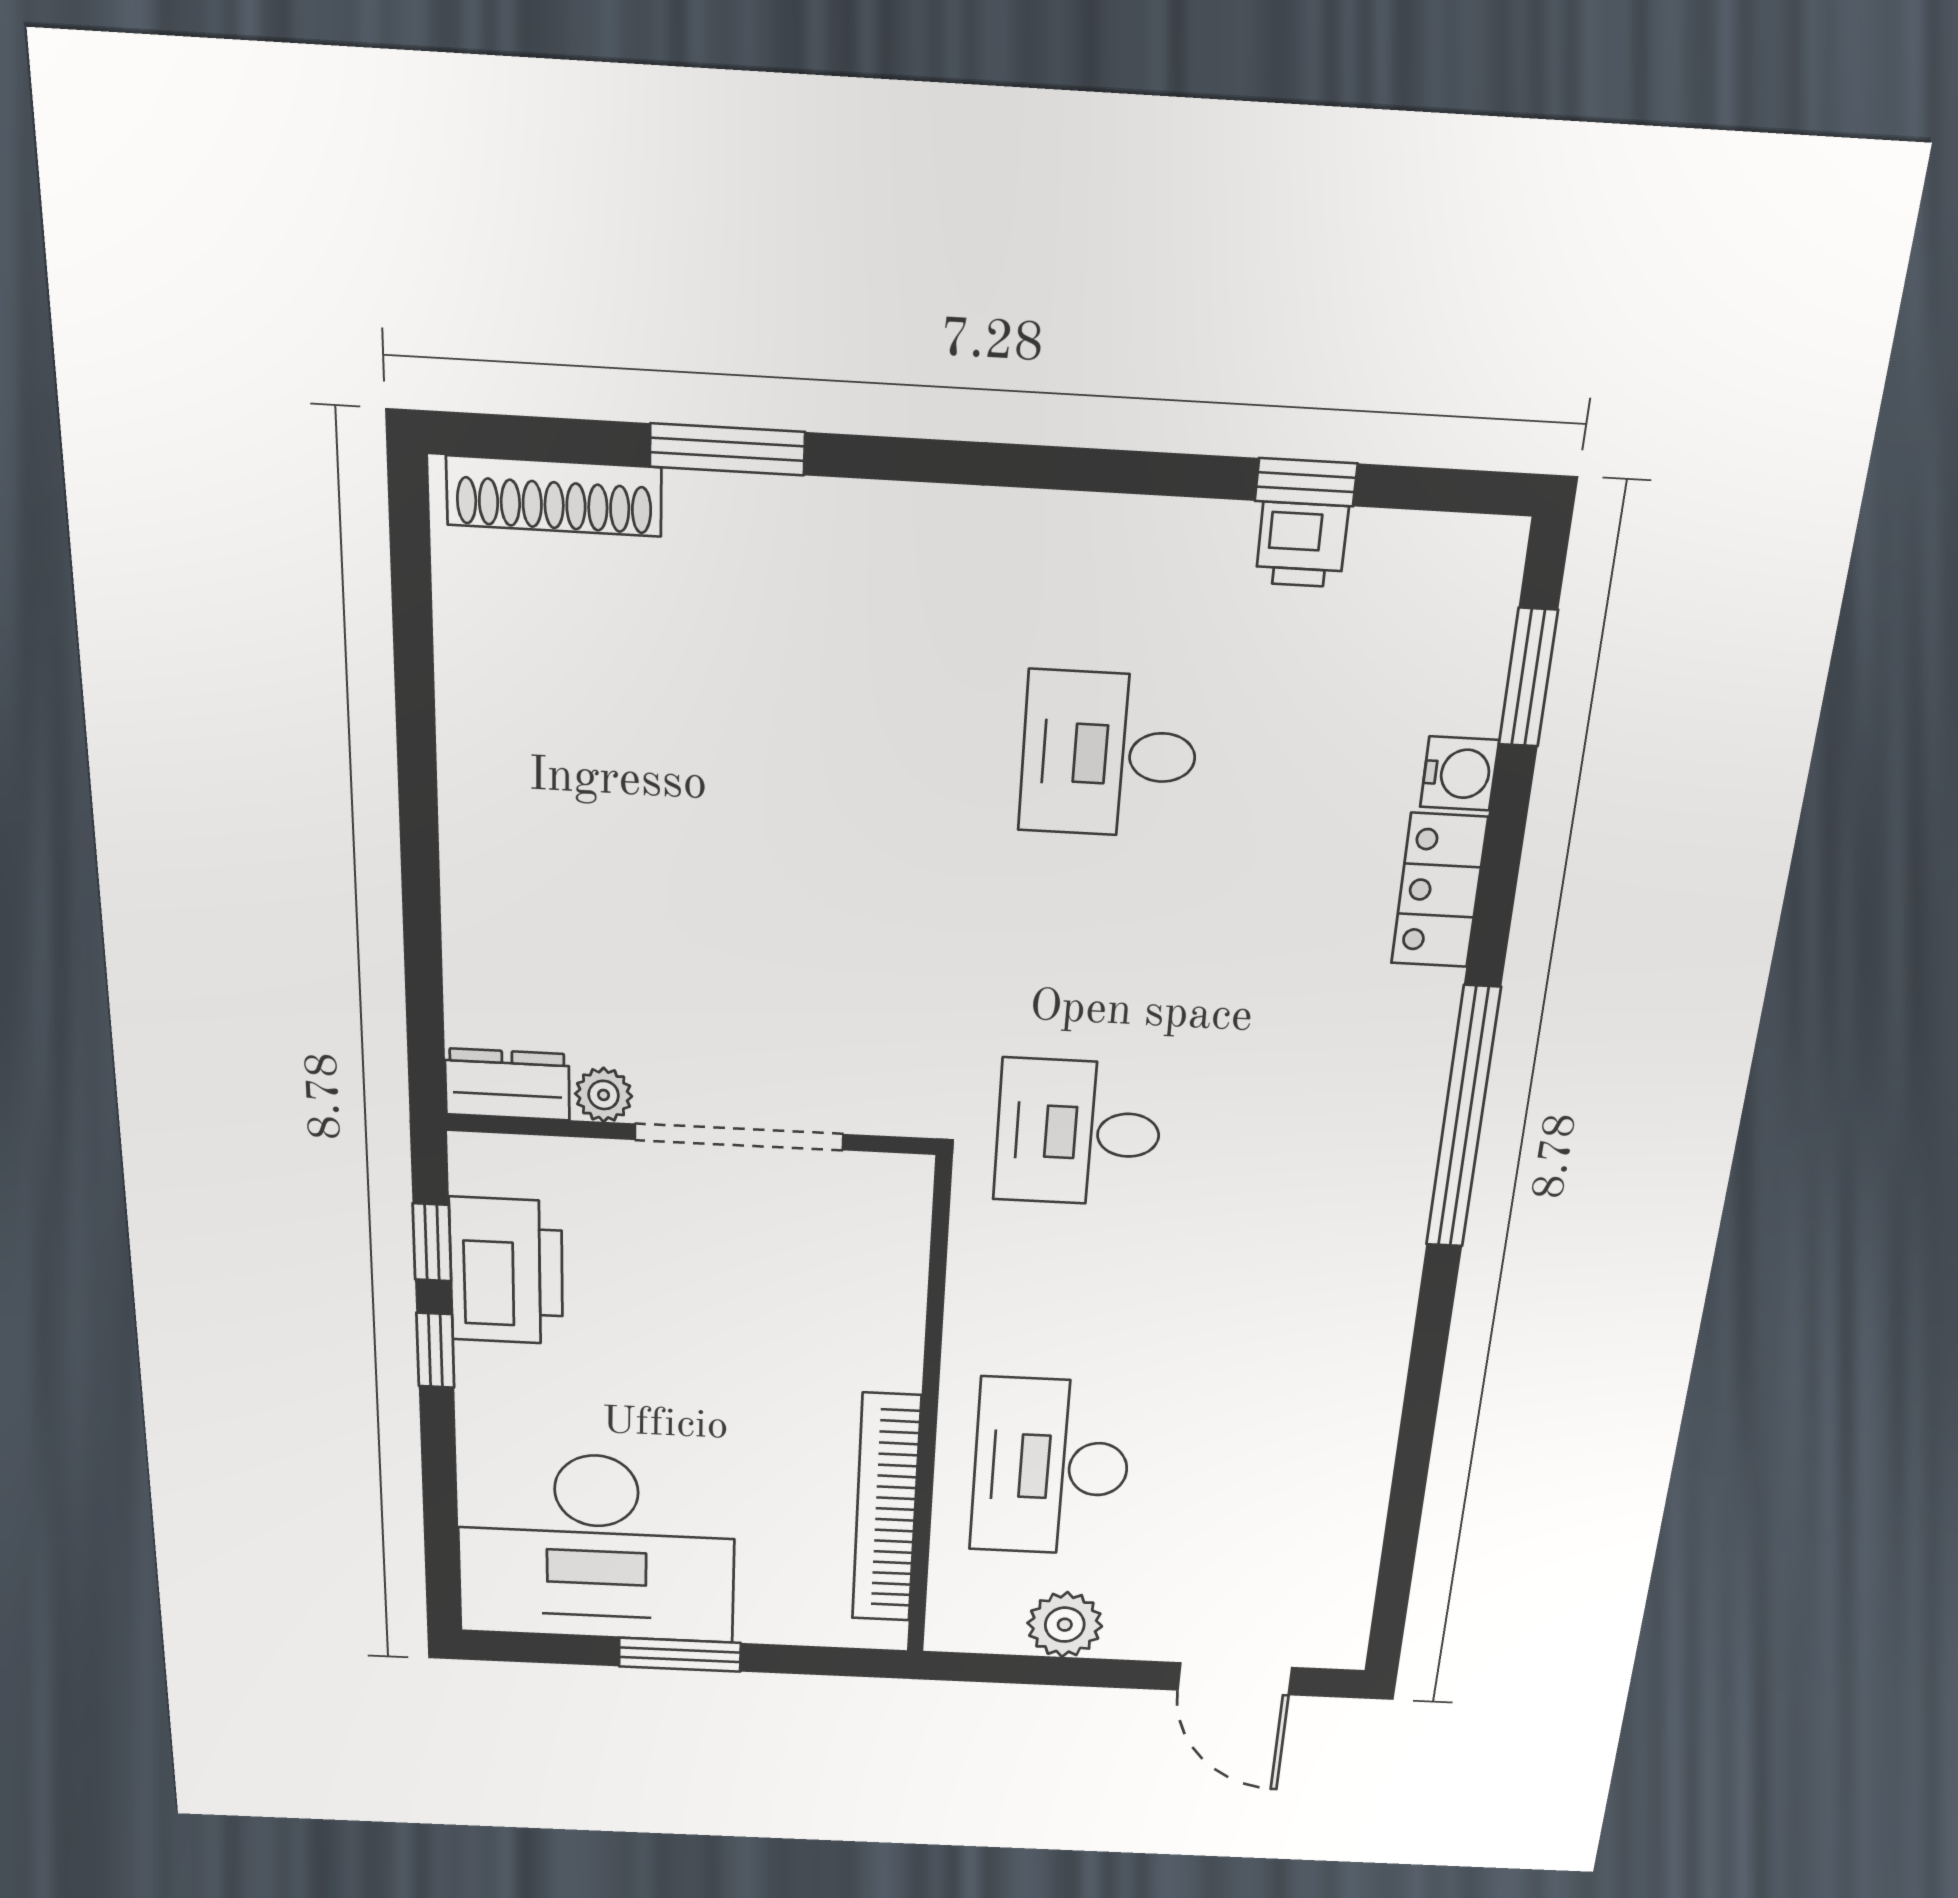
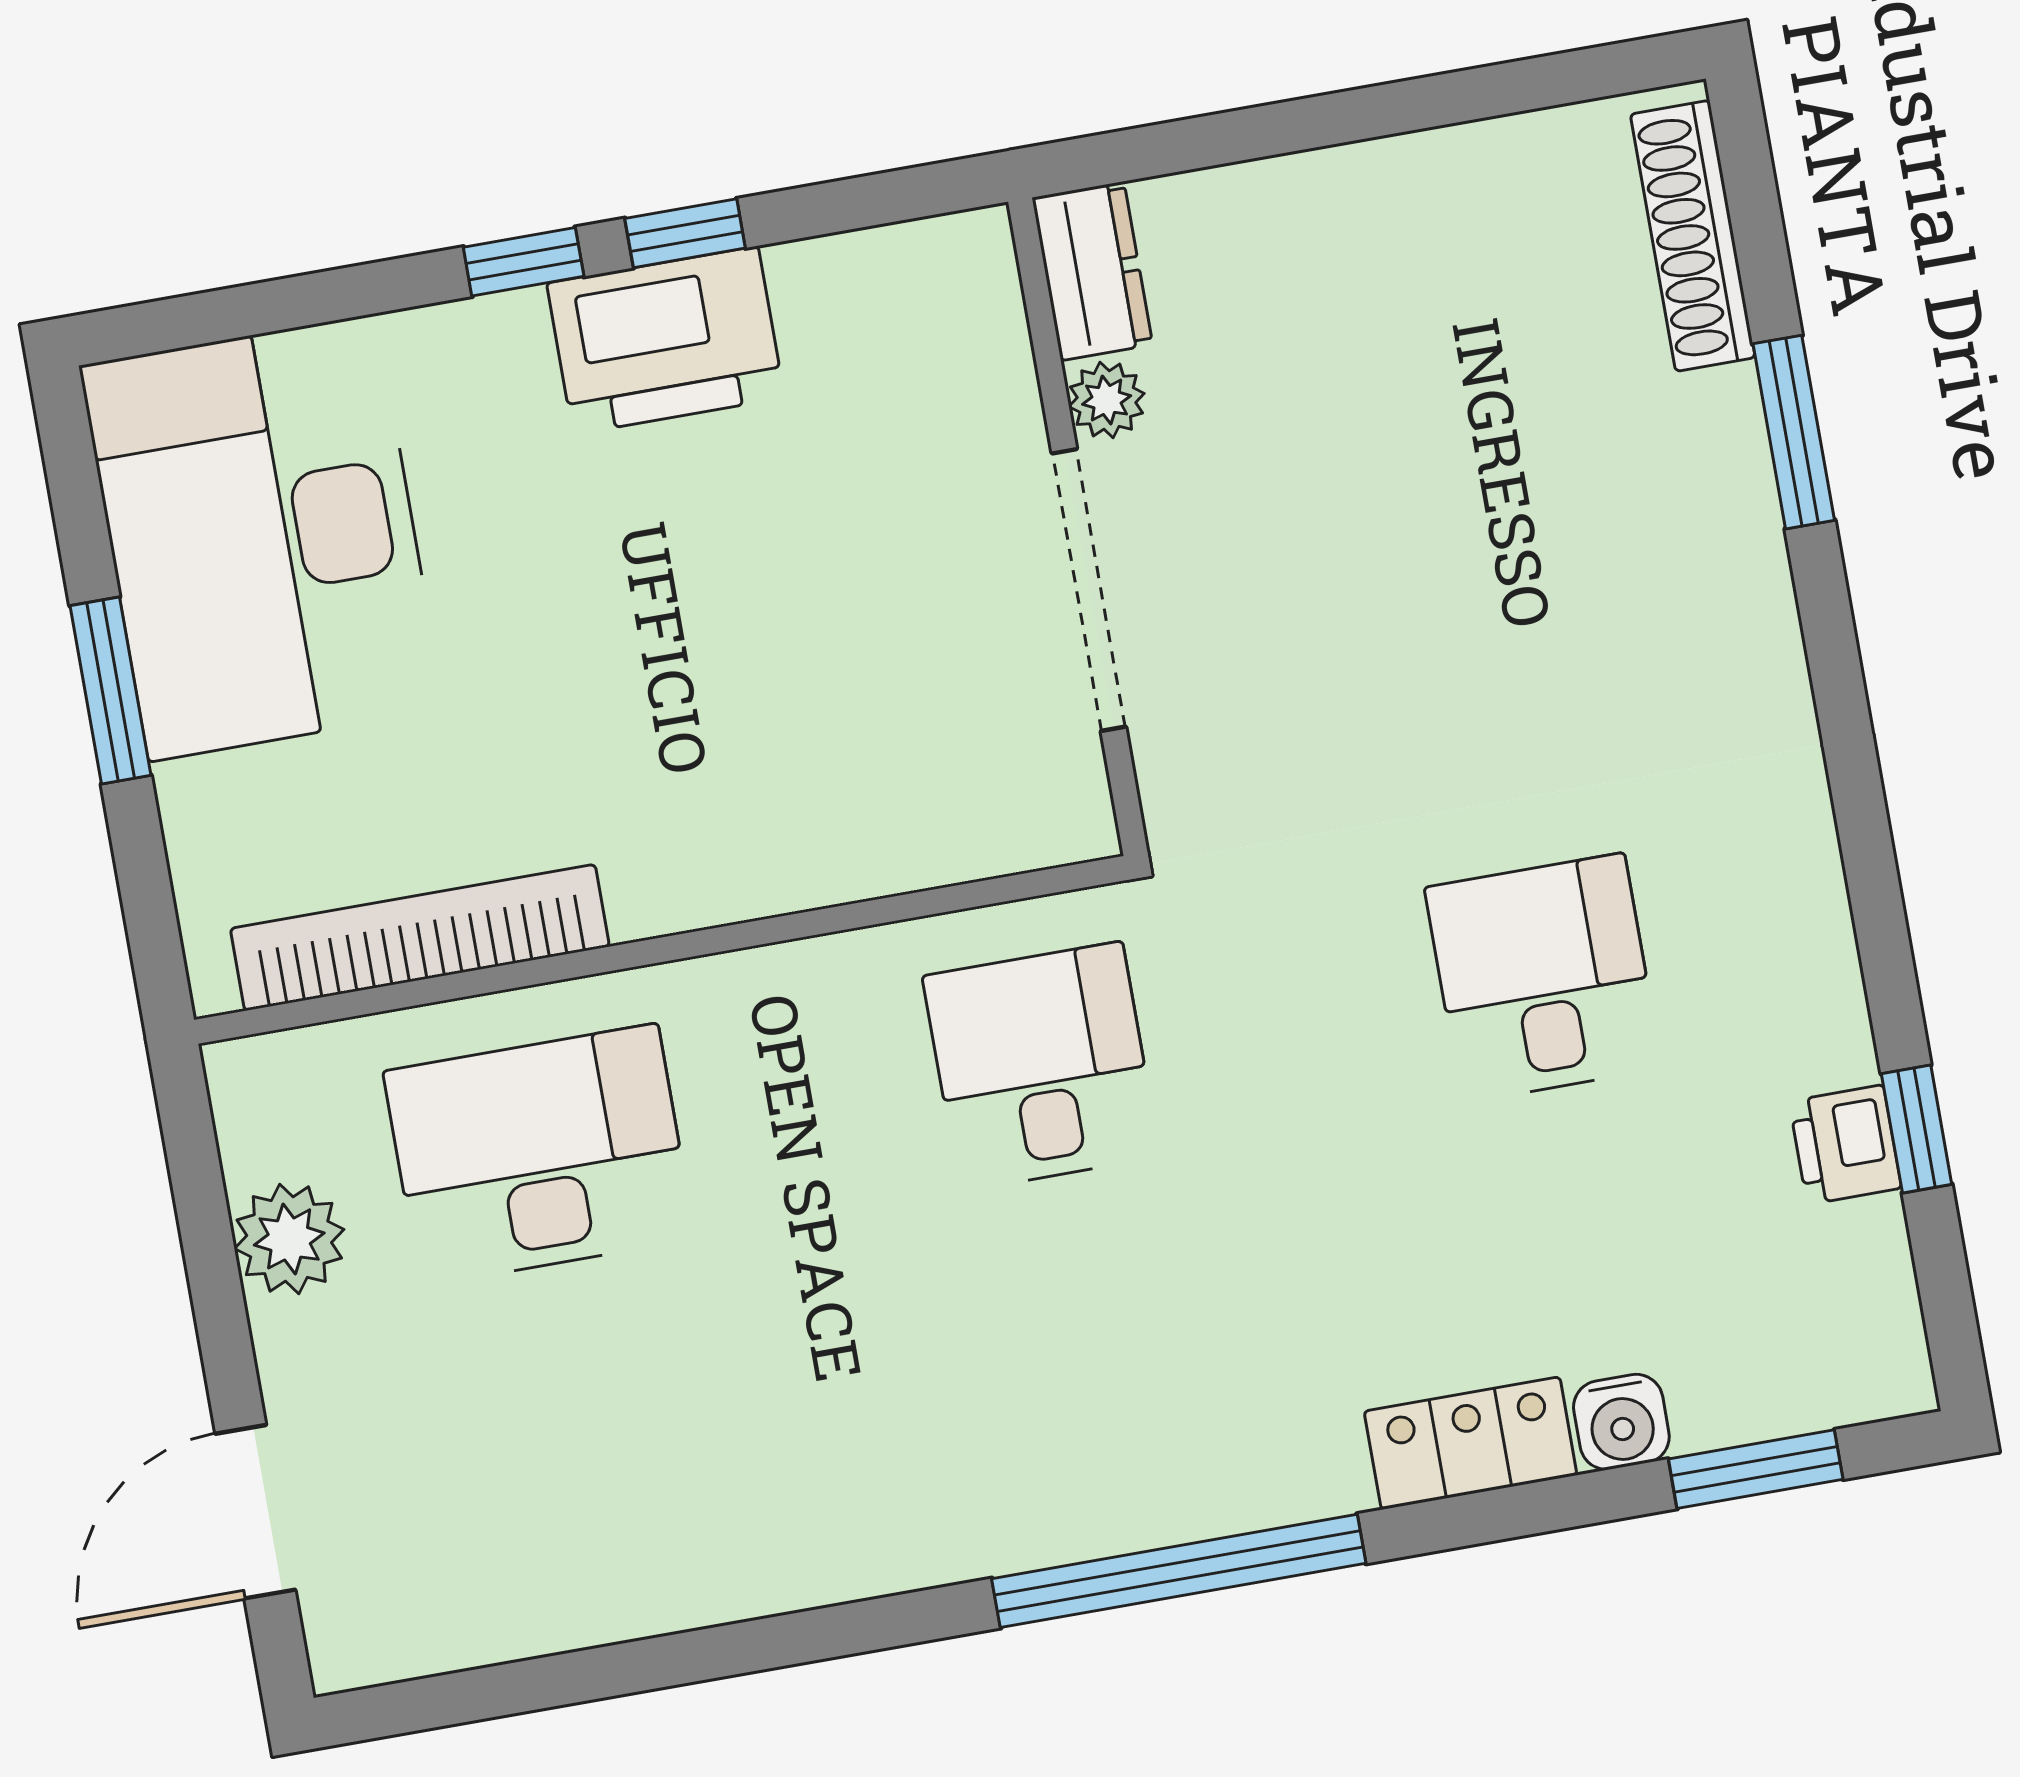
dresser: (507, 1084) -> (1092, 271), moved
plant: (604, 1095) -> (1107, 400), moved
wall: (692, 1135) -> (1078, 527), moved
doorway: (739, 1137) -> (1089, 590), moved

